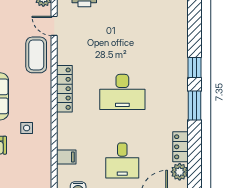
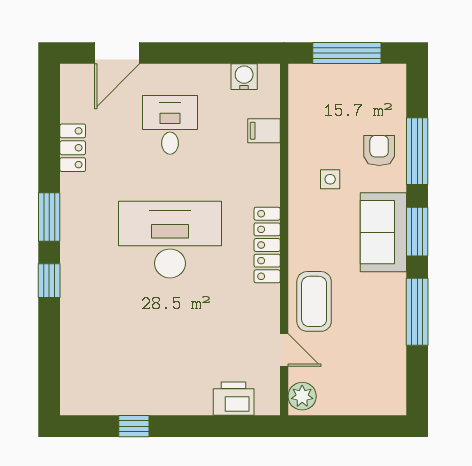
desk: (122, 92) -> (170, 240), width x1.36, depth x1.30
plant: (180, 172) -> (74, 106), removed

